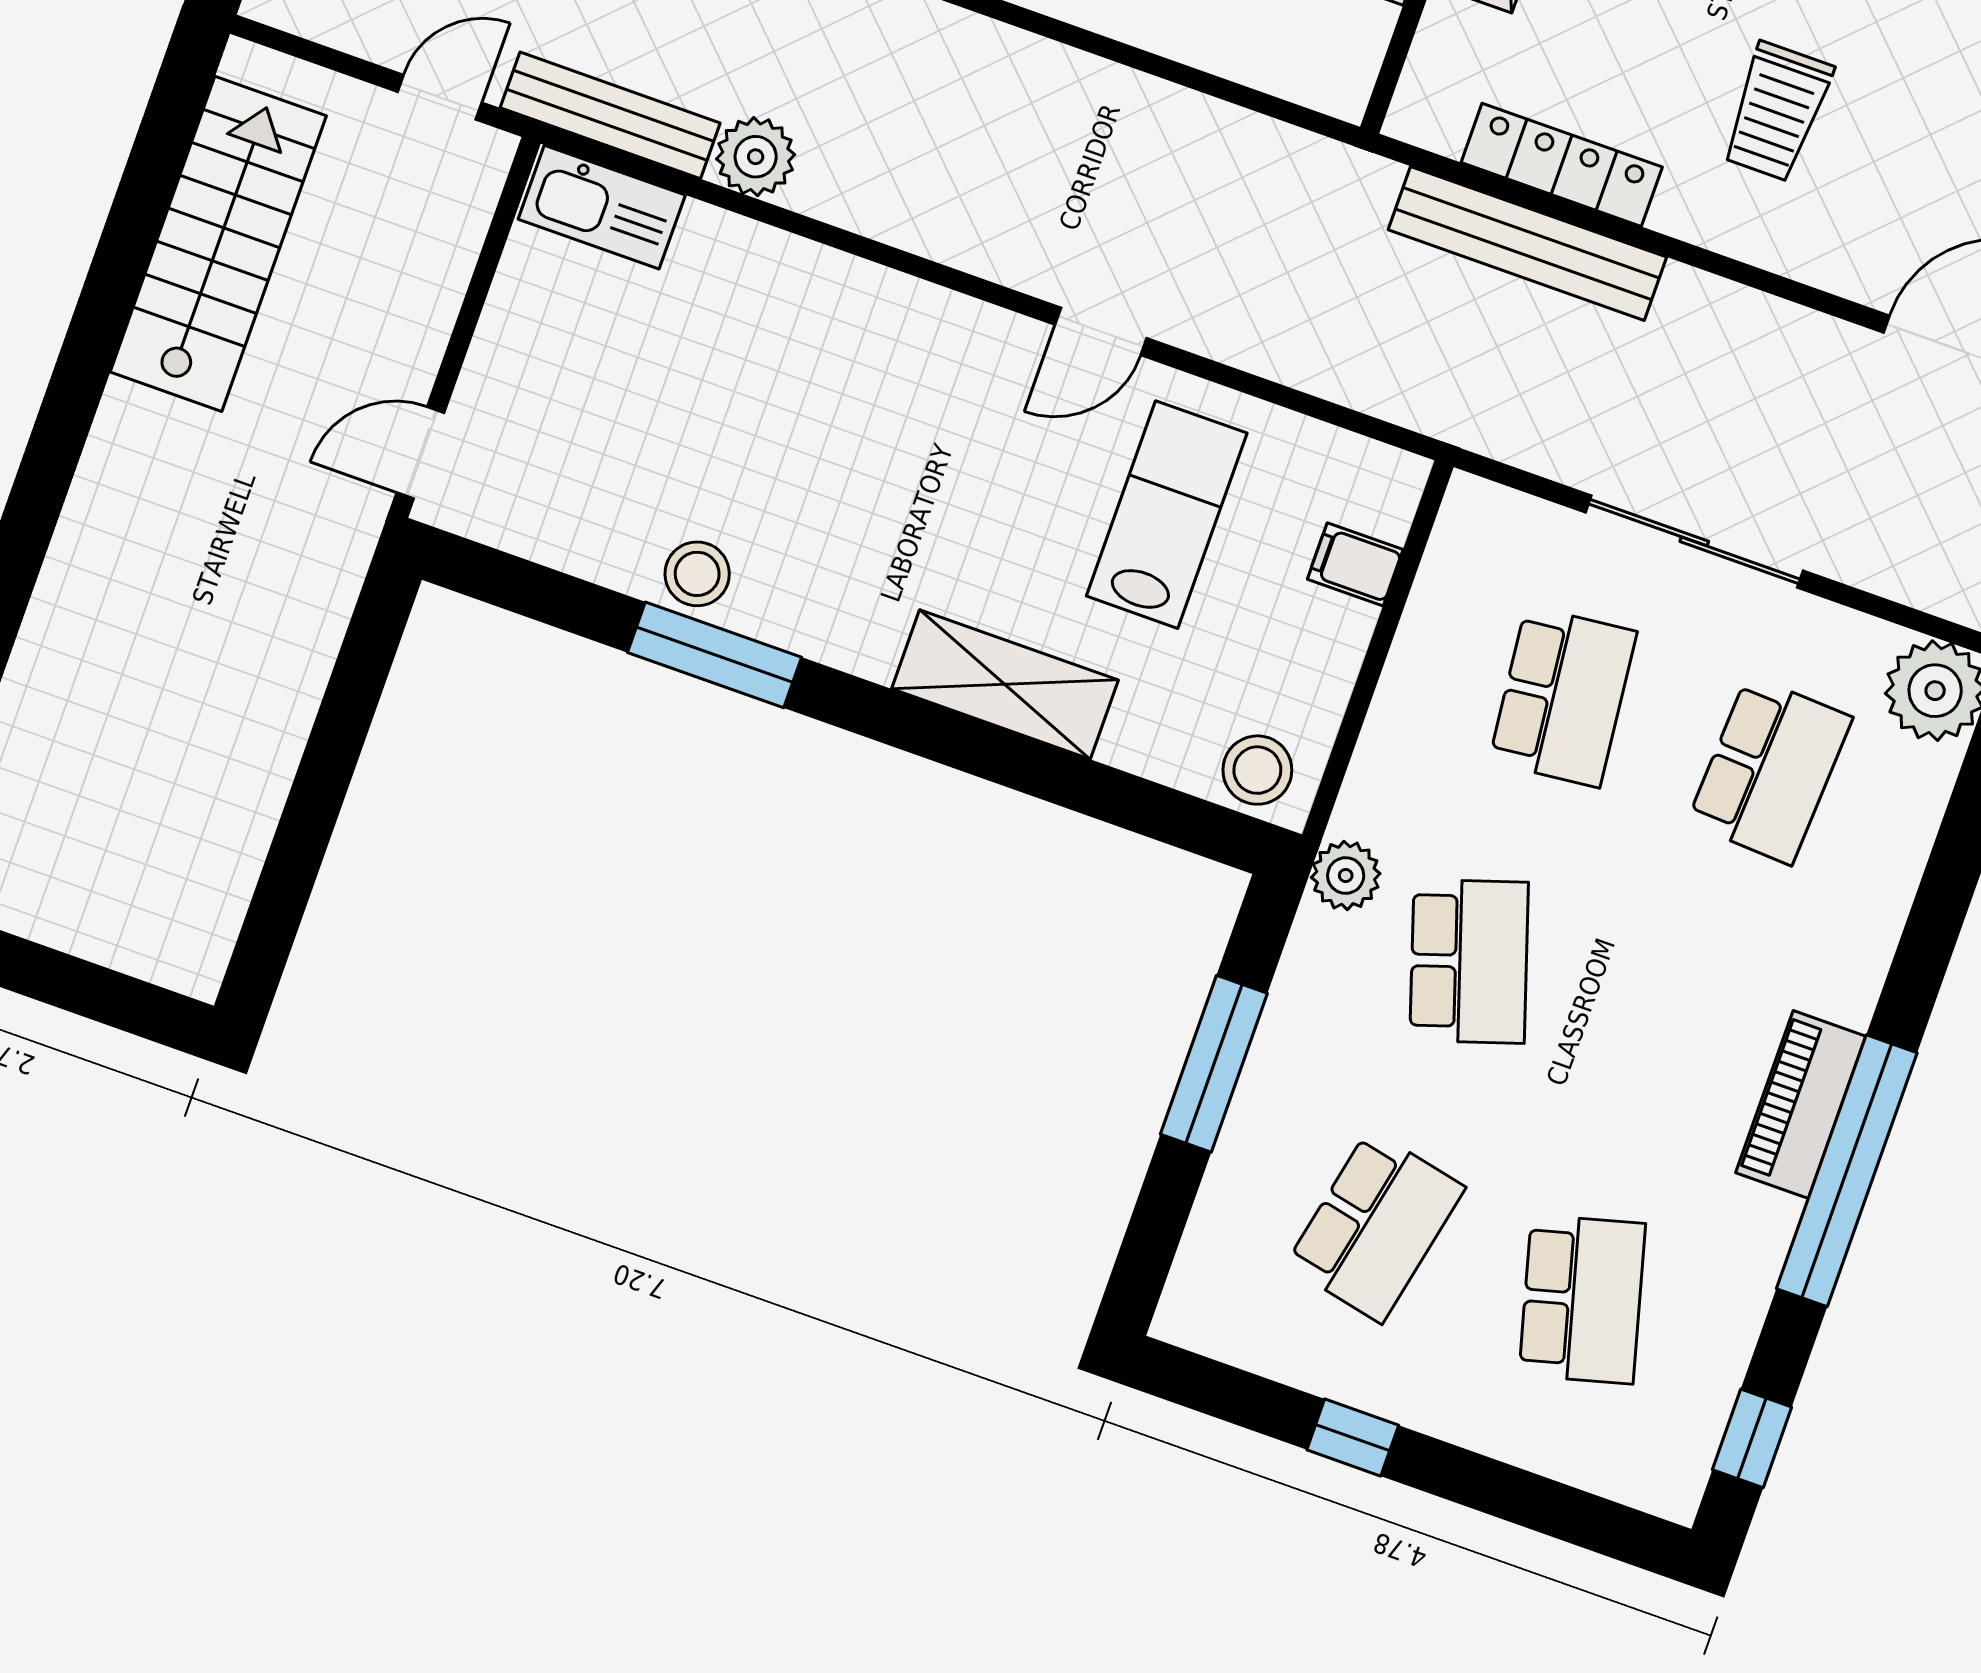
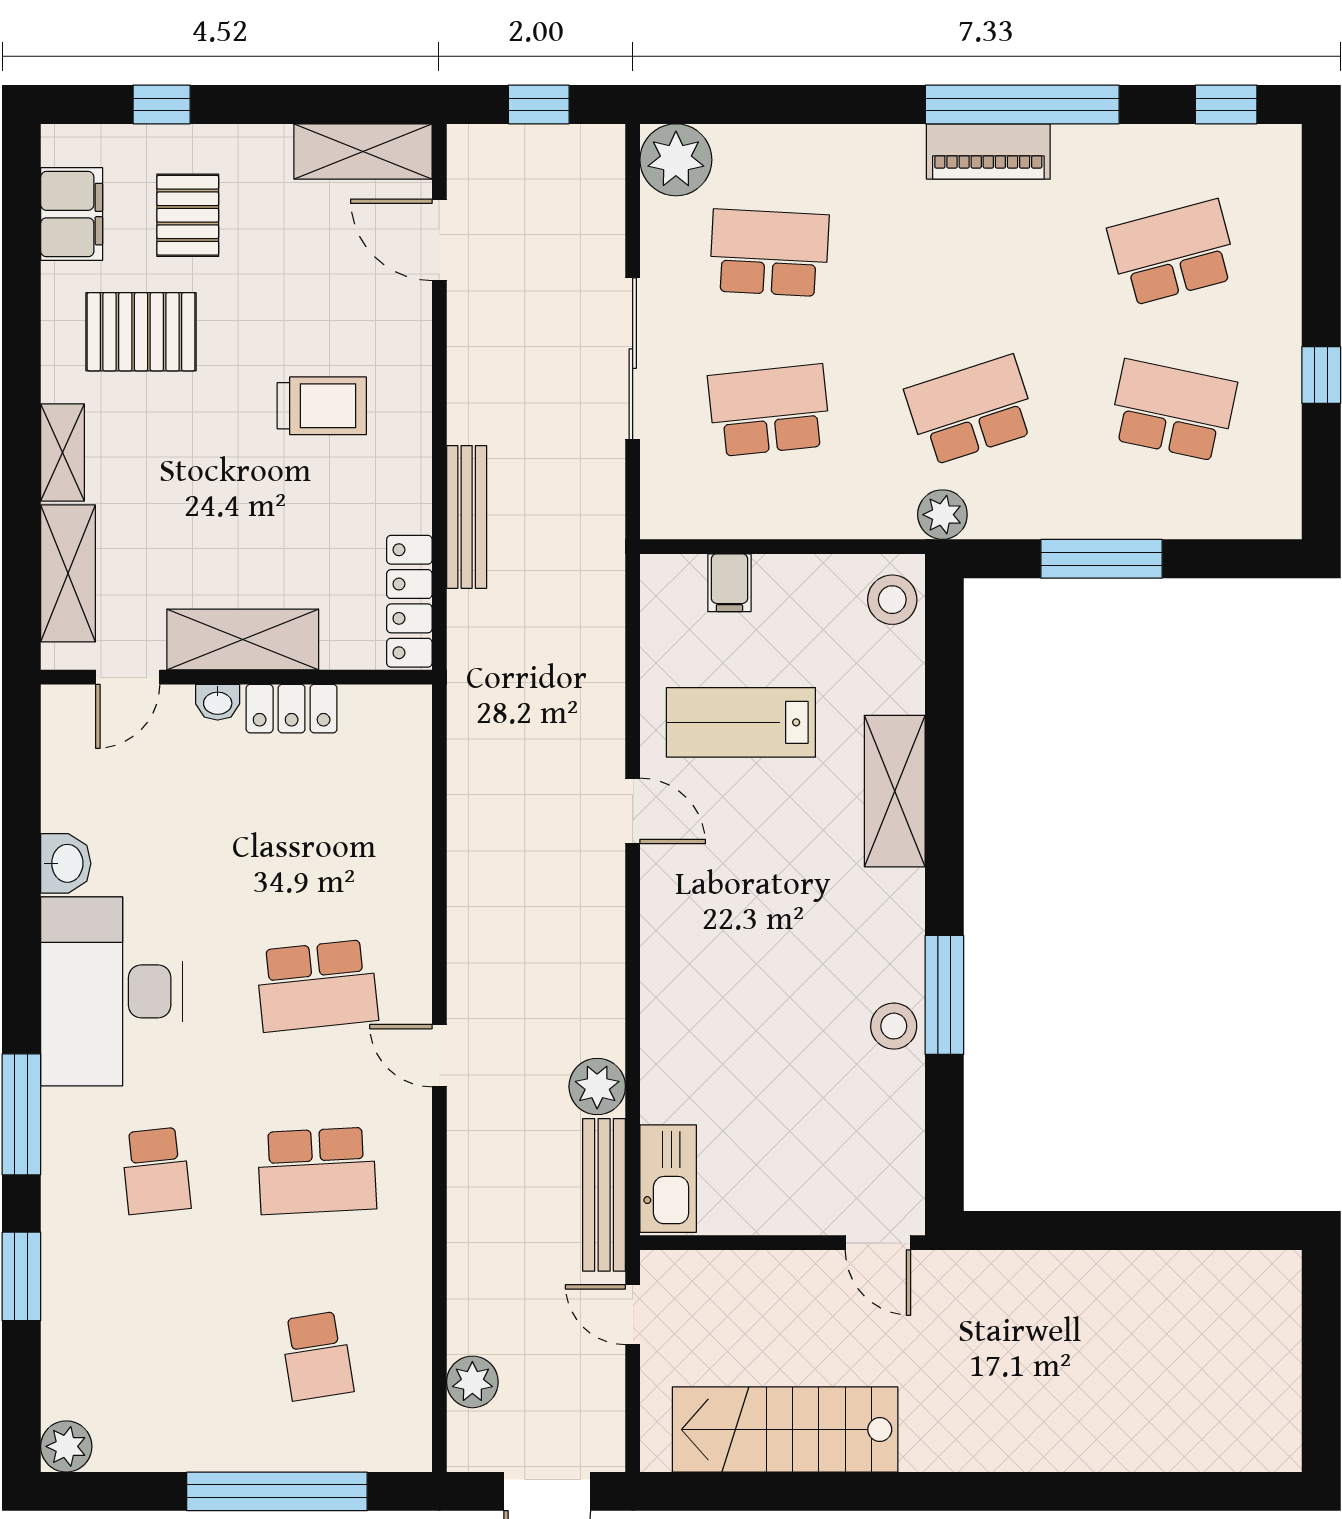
locker: (1562, 165) -> (409, 601), moved
bench: (1527, 243) -> (467, 517), width x0.73, depth x0.82

